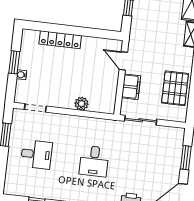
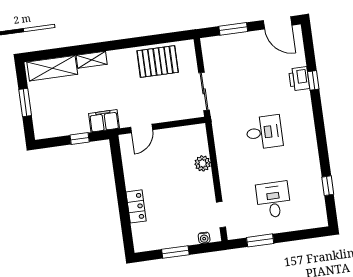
locker: (60, 40) -> (136, 206), width x0.66
water cooler: (22, 75) -> (204, 238), moved
filing cabinet: (131, 87) -> (104, 121), moved

